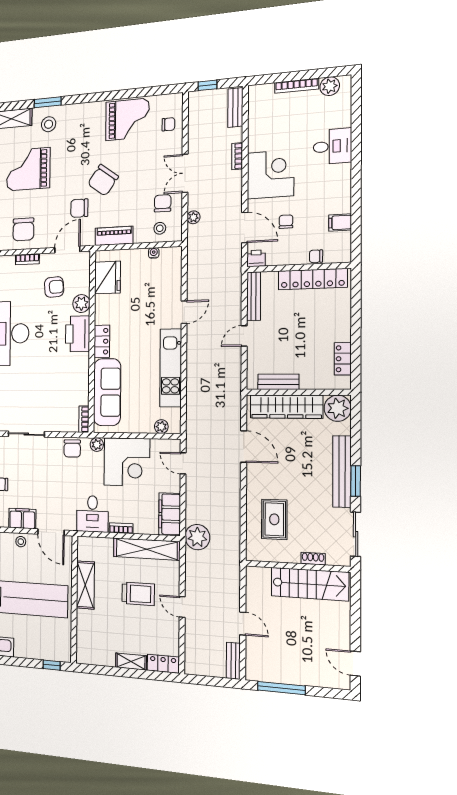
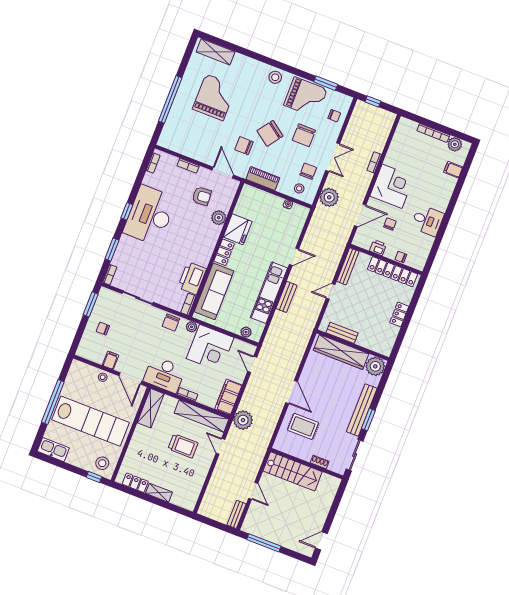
window: (48, 102) -> (326, 83), moved
bench: (235, 107) -> (286, 297), moved
stool: (49, 124) -> (275, 77), moved
desk: (332, 146) -> (427, 221), moved
grand piano: (28, 169) -> (215, 97), turned 90
double door: (185, 173) -> (333, 157), swing flipped
plant: (193, 217) -> (329, 197), width x1.88, depth x1.88
filing cabinet: (340, 222) -> (453, 170), moved
door: (245, 228) -> (360, 215), hinge flipped
chair: (23, 229) -> (304, 135), moved
door: (67, 250) -> (223, 173), hinge flipped
printer: (256, 258) -> (378, 248), moved
fridge: (107, 278) -> (238, 229), moved
printer: (78, 334) -> (192, 278), moved
locker: (343, 359) -> (399, 314), moved
door: (244, 447) -> (292, 392), moved
desk: (92, 514) -> (164, 375), width x1.37
filing cabinet: (22, 518) -> (110, 360), width x0.50
rug: (274, 519) -> (303, 426), turned 90
stairs: (310, 584) -> (293, 471), moved
shelving: (85, 585) -> (151, 408), moved
door: (182, 607) -> (220, 446), moved
stool: (55, 645) -> (102, 463), added
locker: (163, 664) -> (135, 483), moved
door: (355, 664) -> (321, 541), hinge flipped

